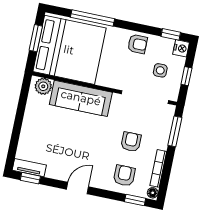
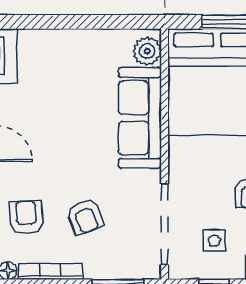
armchair: (131, 142) -> (85, 217), turned 68
armchair: (124, 176) -> (26, 217), turned -93

